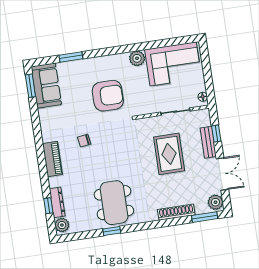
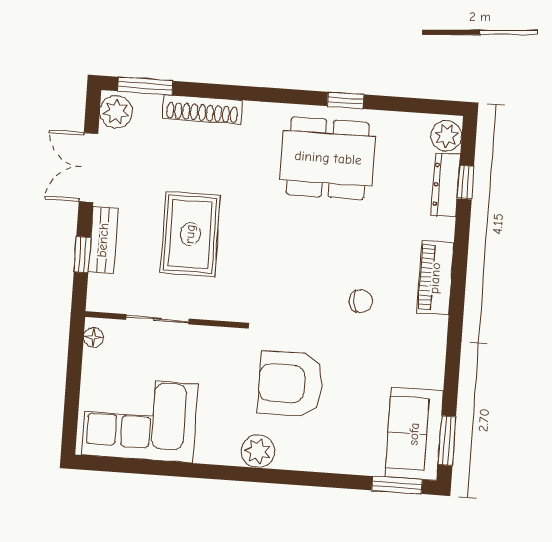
window: (71, 57) -> (397, 485), moved
plant: (137, 58) -> (258, 451), moved
dining table: (114, 203) -> (328, 158), turned 90

